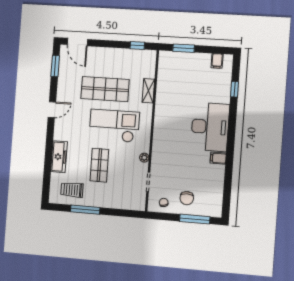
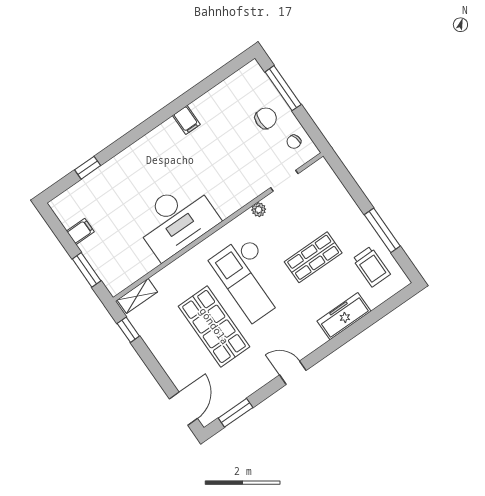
filing cabinet: (217, 61) -> (80, 231), moved
shelving: (148, 91) -> (137, 296), moved
desk: (210, 127) -> (176, 220), moved, turned 180

